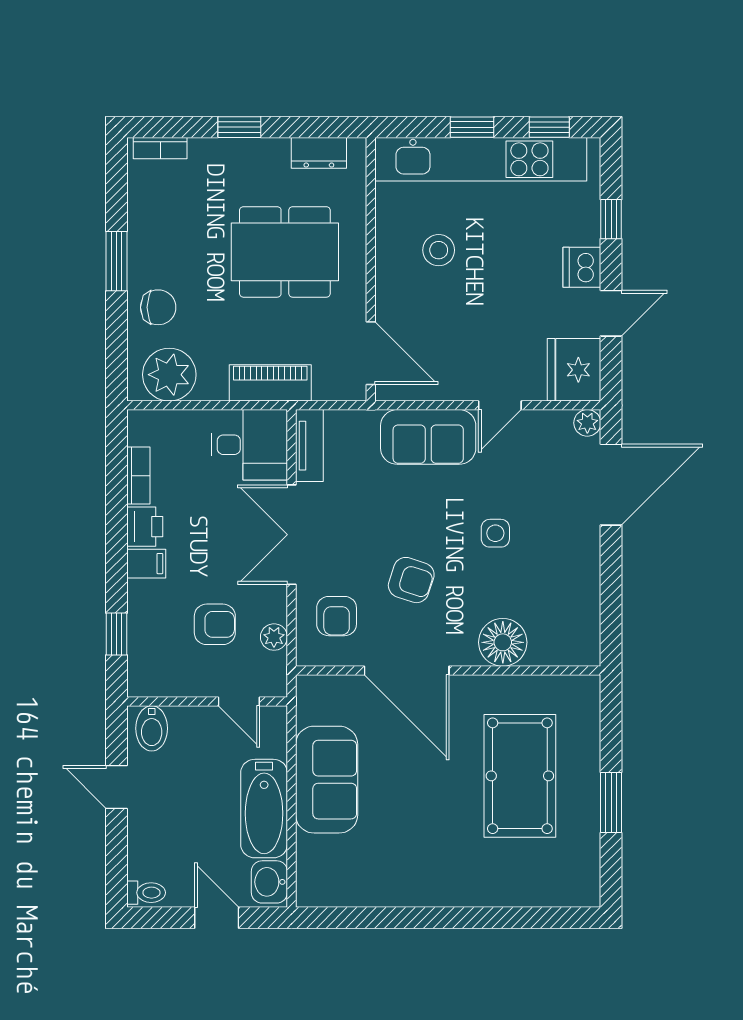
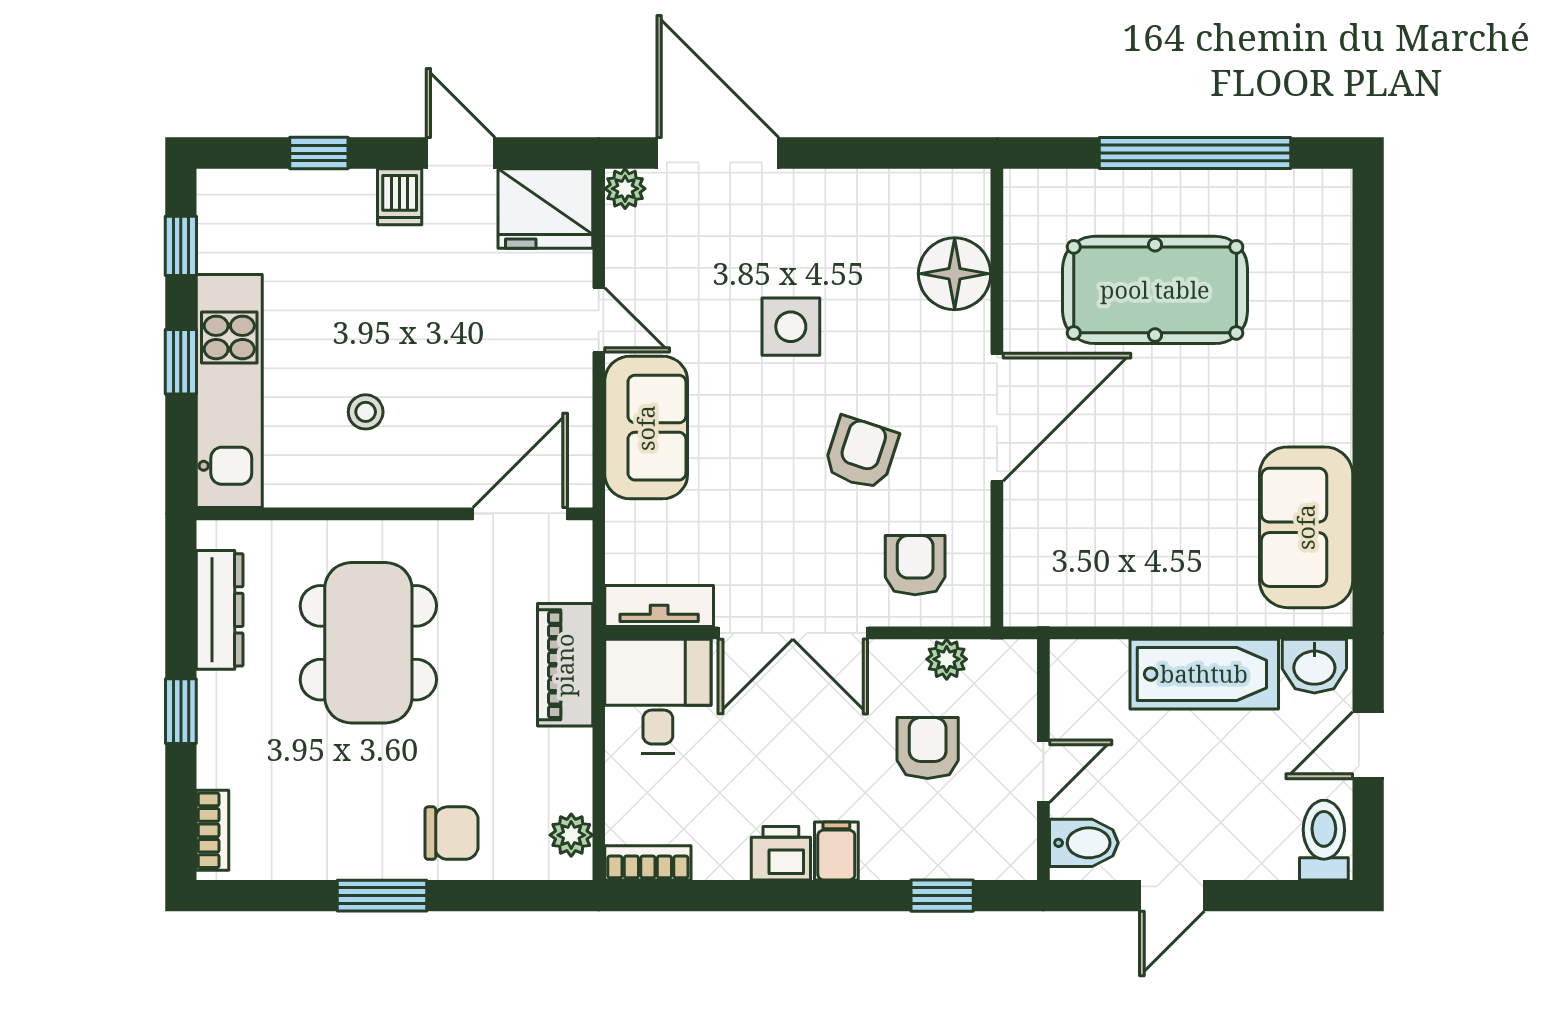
dresser: (319, 153) -> (220, 610), width x1.44
kitchen unit: (481, 159) -> (229, 391), width x0.73
stool: (439, 250) -> (366, 412), width x0.73, depth x0.73
dishwasher: (582, 267) -> (400, 197), width x0.73
chair: (158, 307) -> (452, 833), turned 90
plant: (169, 375) -> (571, 835), width x0.53, depth x0.53
bookcase: (138, 476) -> (648, 863), moved
side table: (495, 533) -> (791, 327), width x1.37, depth x1.37
armchair: (337, 616) -> (915, 565), turned -90
floor lamp: (503, 642) -> (955, 274), moved
door: (407, 670) -> (997, 417), moved
door: (239, 701) -> (1043, 771), moved
sofa: (327, 780) -> (1306, 527), moved, turned -90
window: (611, 802) -> (1195, 153), width x2.11
toilet: (146, 893) -> (1324, 840), width x1.37, depth x1.39

